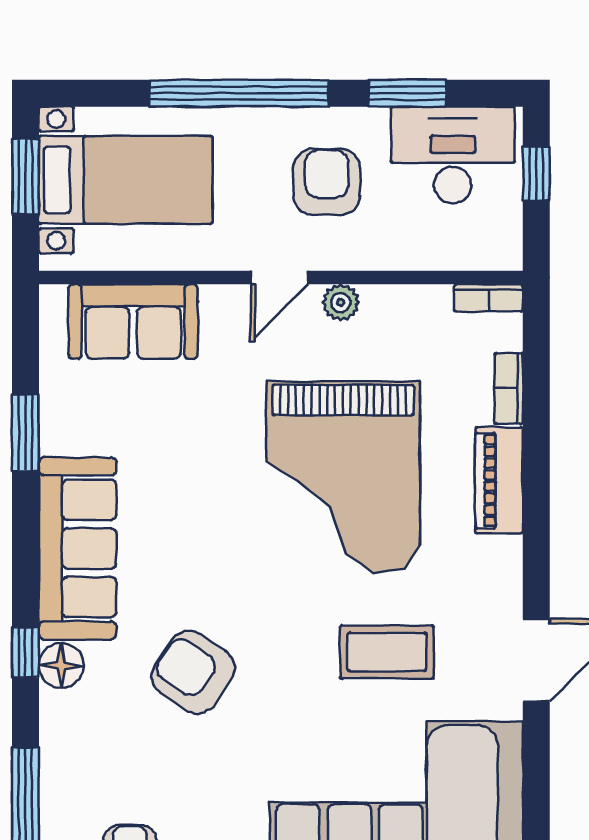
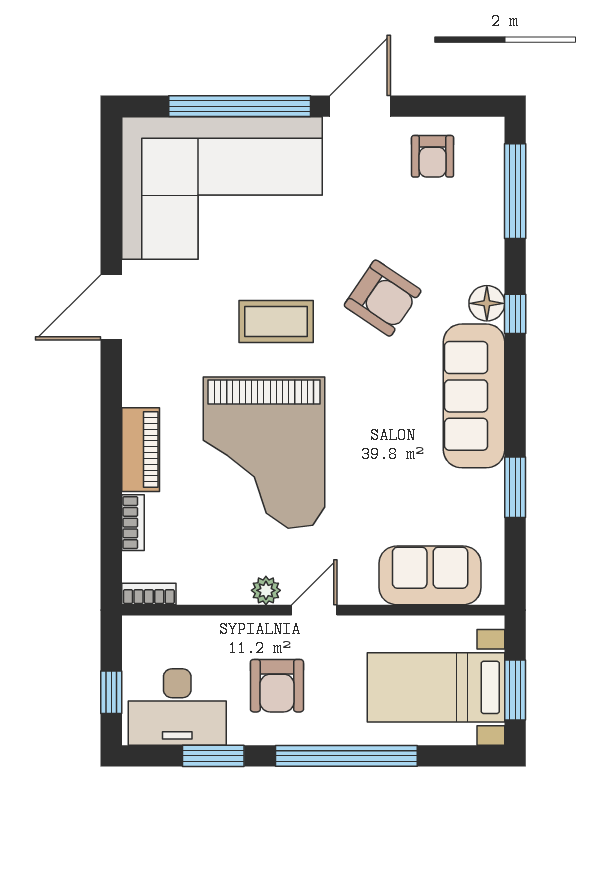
grand piano: (343, 477) -> (264, 453), turned 180
coffee table: (387, 652) -> (276, 321), moved

